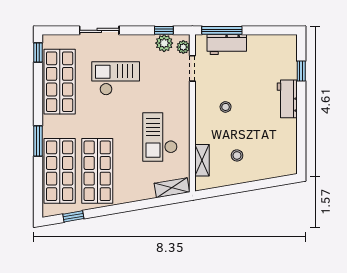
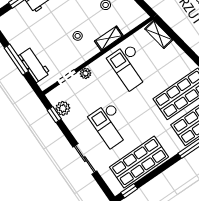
window: (222, 30) -> (16, 60), moved
plant: (183, 47) -> (85, 73), moved
checkout: (160, 137) -> (129, 67), turned 90
shelving: (202, 160) -> (109, 38), moved

